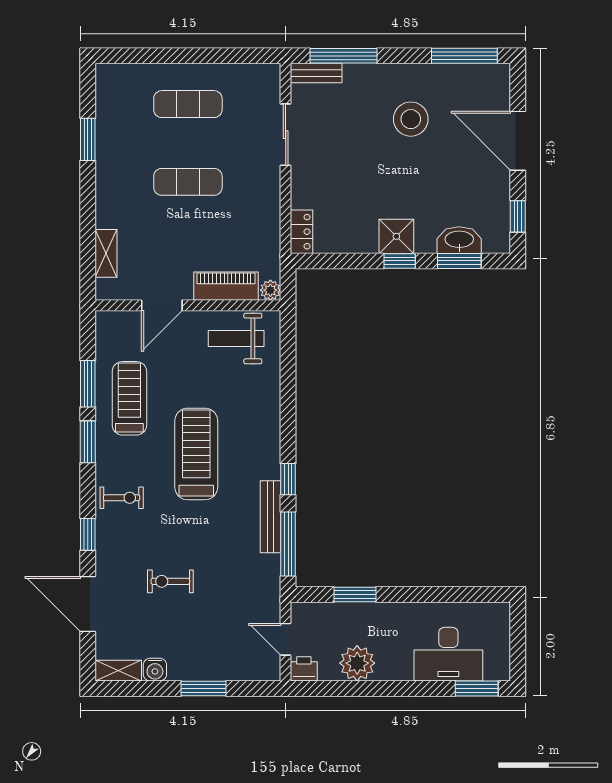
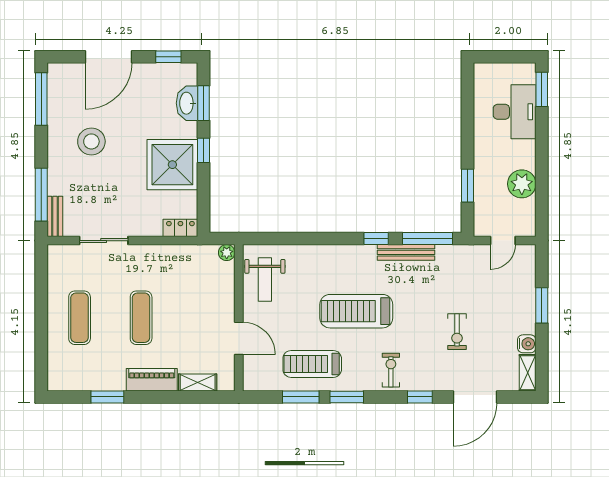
shower: (396, 236) -> (172, 165), width x1.86, depth x1.86
piano: (226, 286) -> (152, 380), moved, turned 90
printer: (304, 669) -> (526, 226), removed

